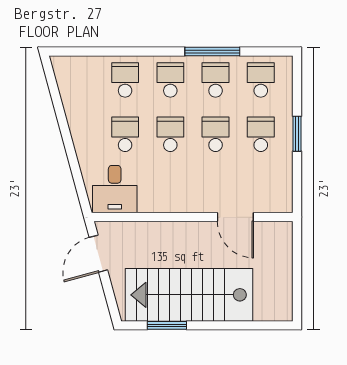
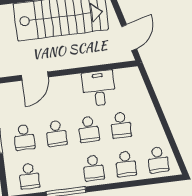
school desk: (216, 80) -> (158, 160), moved
desk: (115, 189) -> (99, 88), moved
door: (235, 217) -> (35, 76), swing flipped

